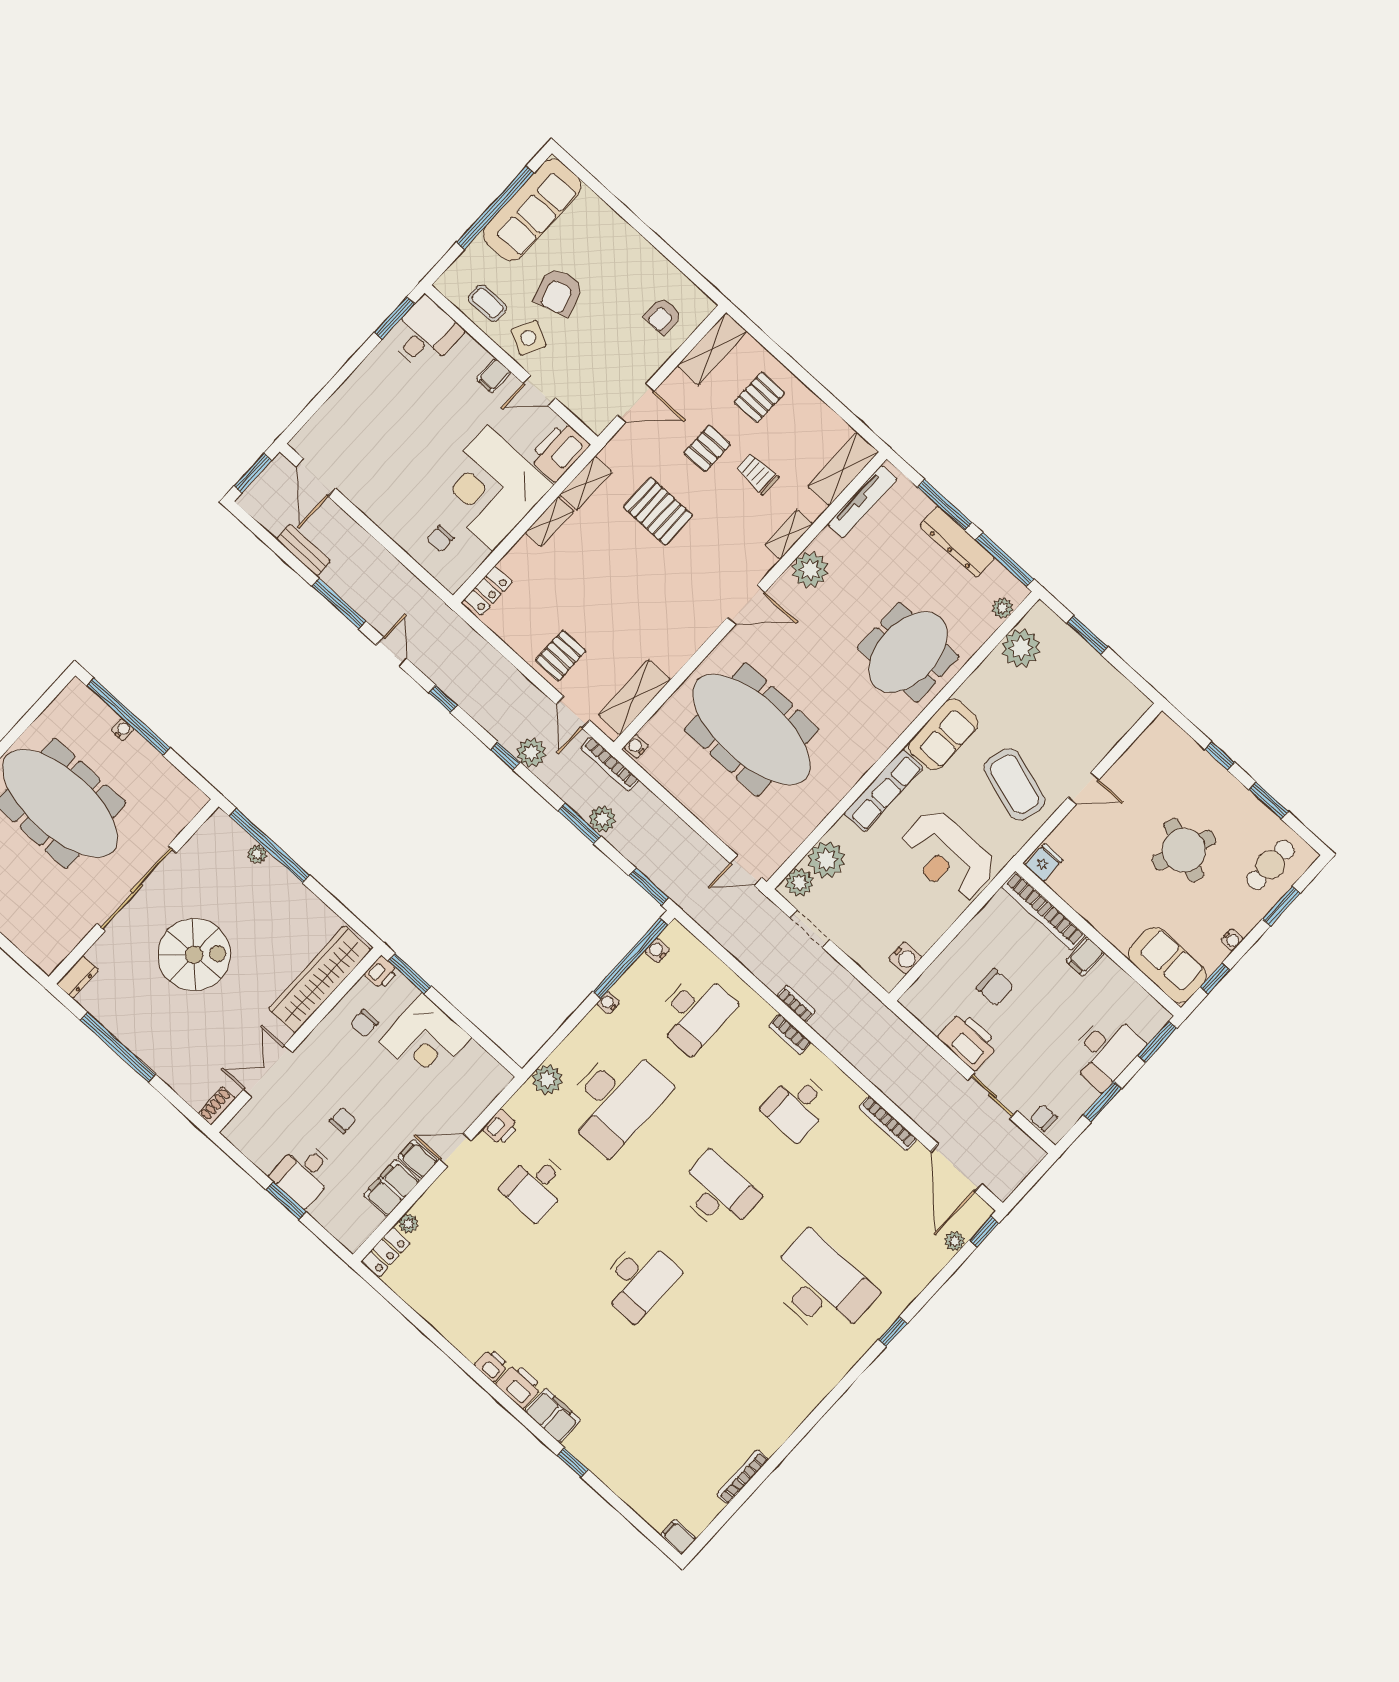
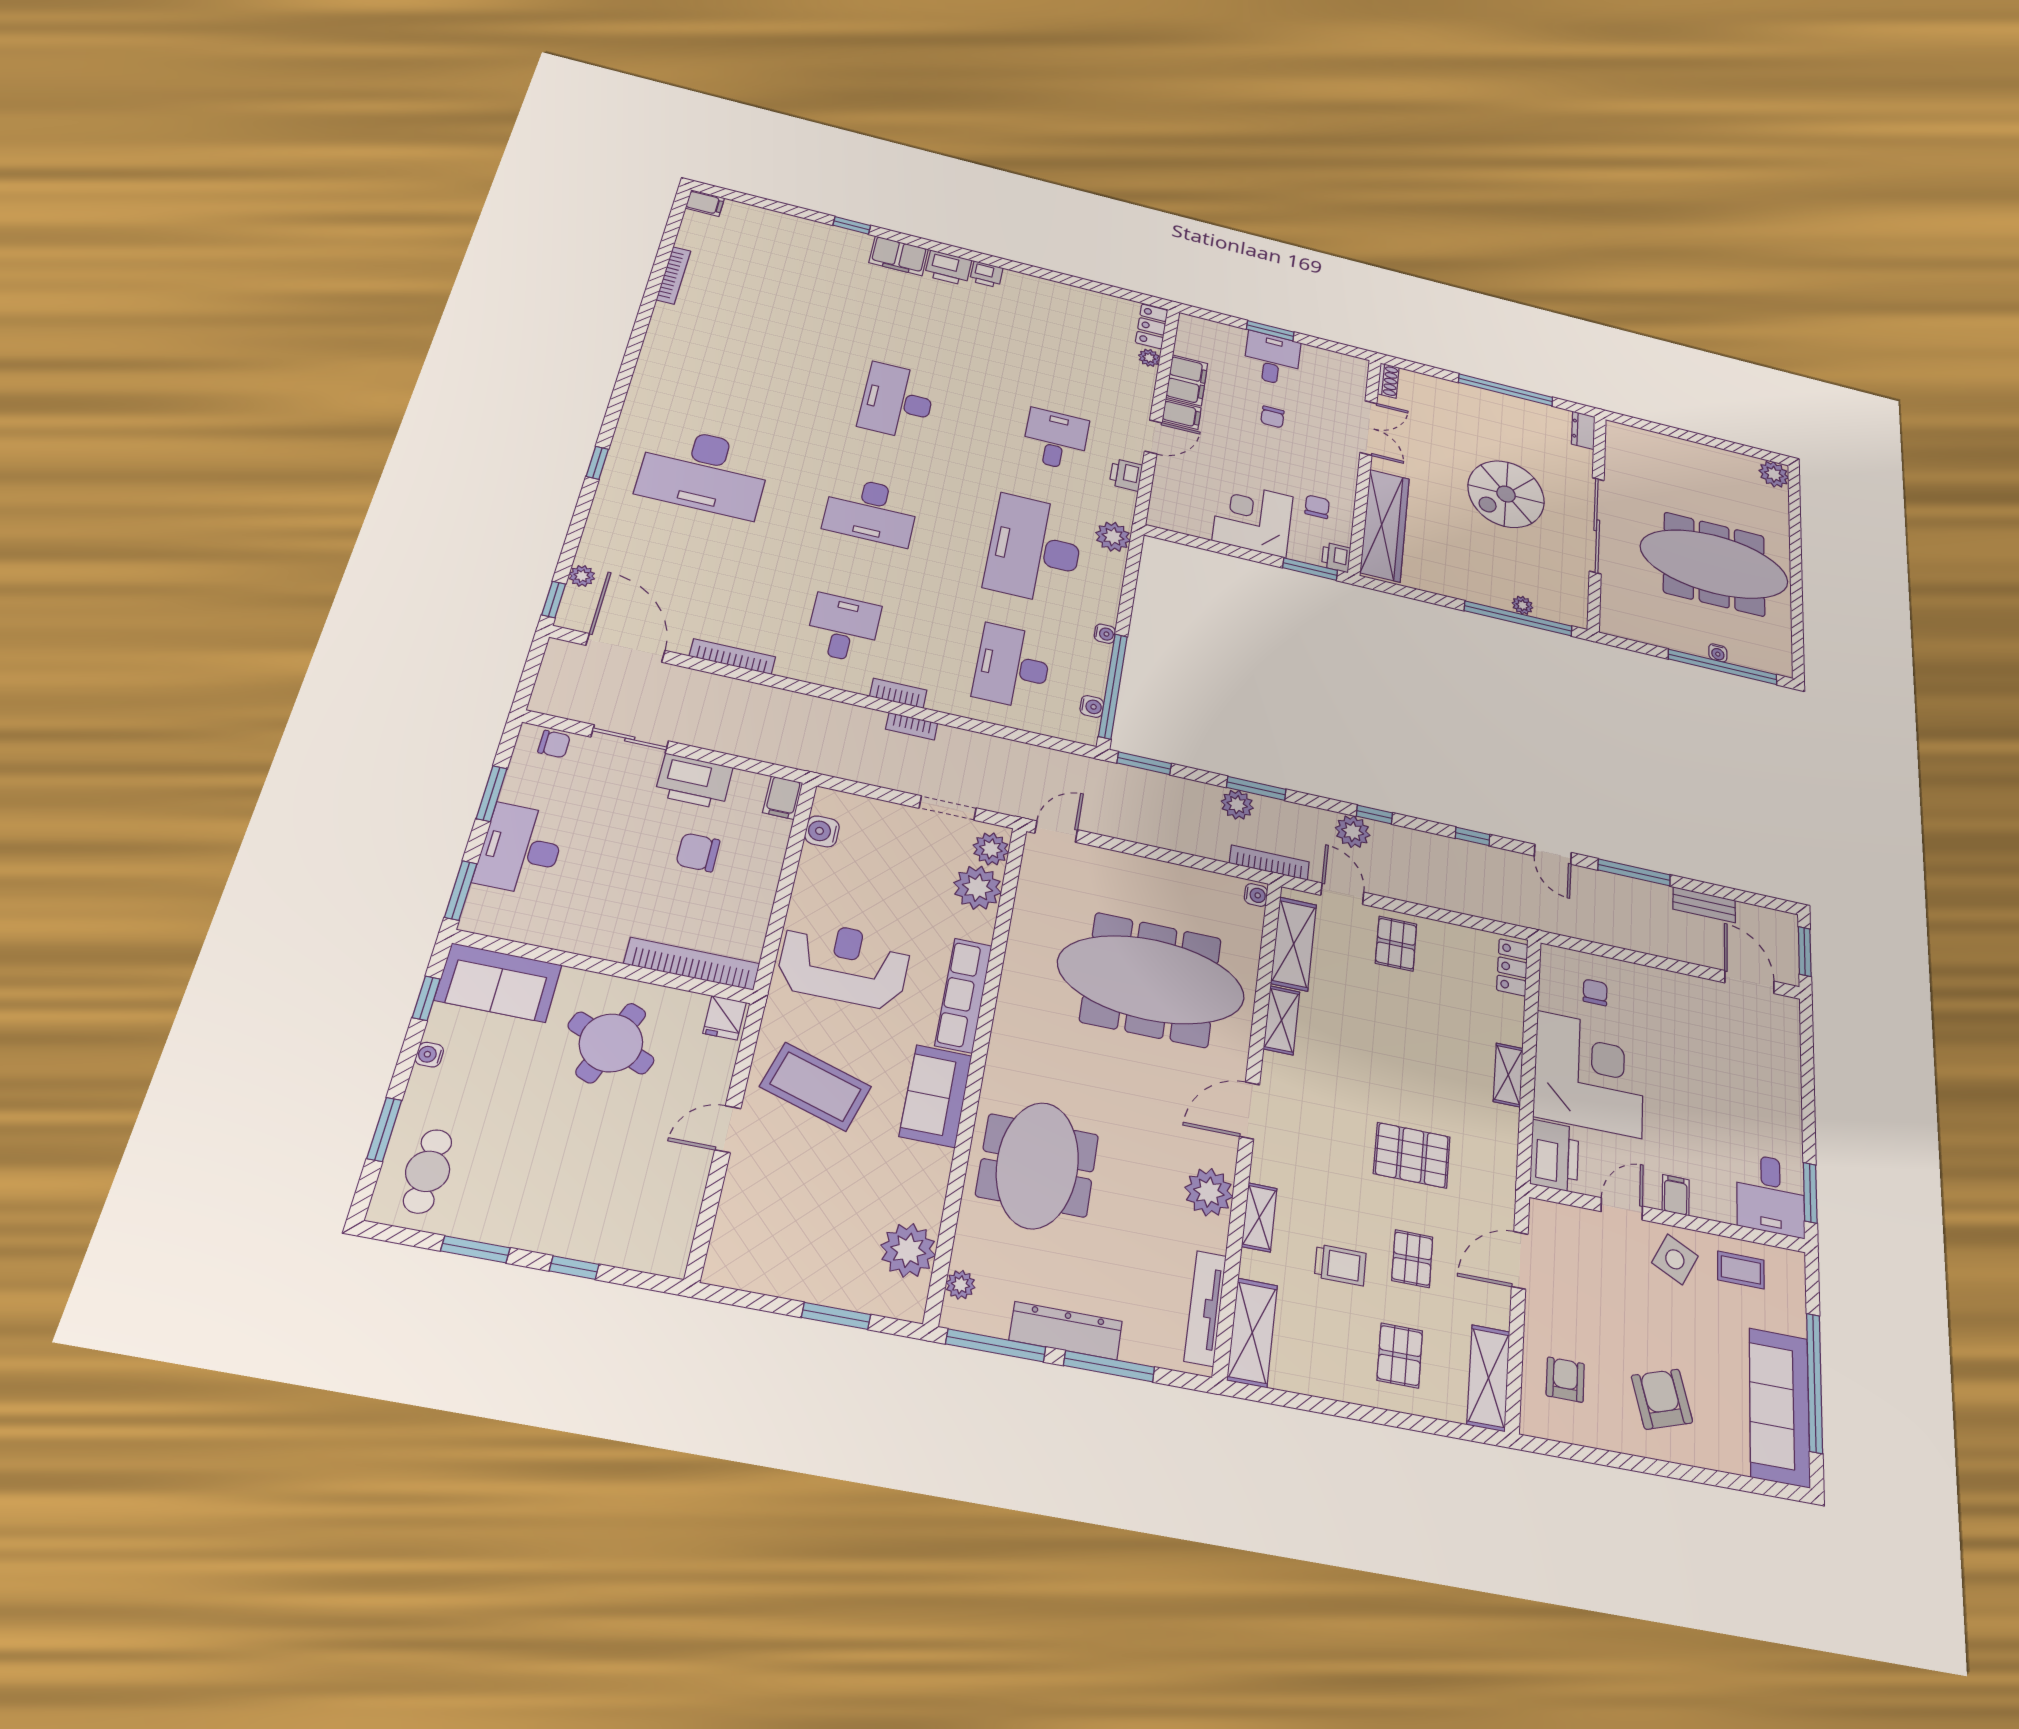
armchair: (559, 292) -> (1662, 1399), moved
shelving: (586, 483) -> (1282, 1020), moved
round table: (1184, 850) -> (611, 1043), moved
filing cabinet: (1085, 957) -> (783, 798), moved, turned 180

